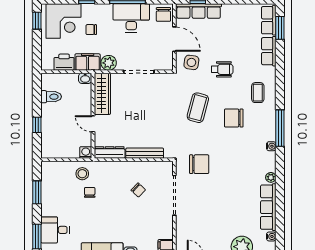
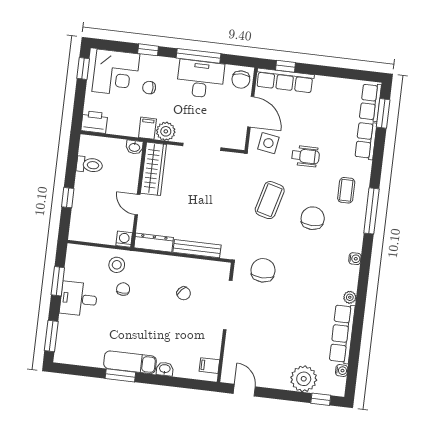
printer: (64, 62) -> (94, 122), moved
filing cabinet: (88, 62) -> (147, 128), width x0.50
chair: (234, 118) -> (313, 218), turned 90
window: (280, 128) -> (371, 211), moved
chair: (199, 164) -> (263, 270), turned -90
desk: (55, 230) -> (79, 299), moved

